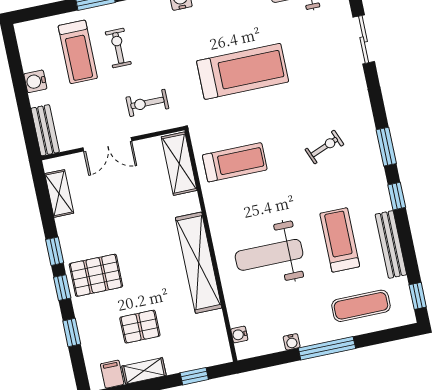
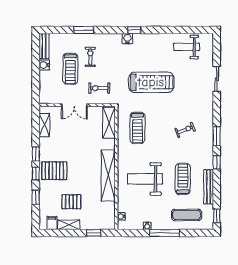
treadmill: (78, 52) -> (70, 69), moved
bench: (45, 130) -> (44, 46), moved
treadmill: (235, 162) -> (138, 128), turned 90

